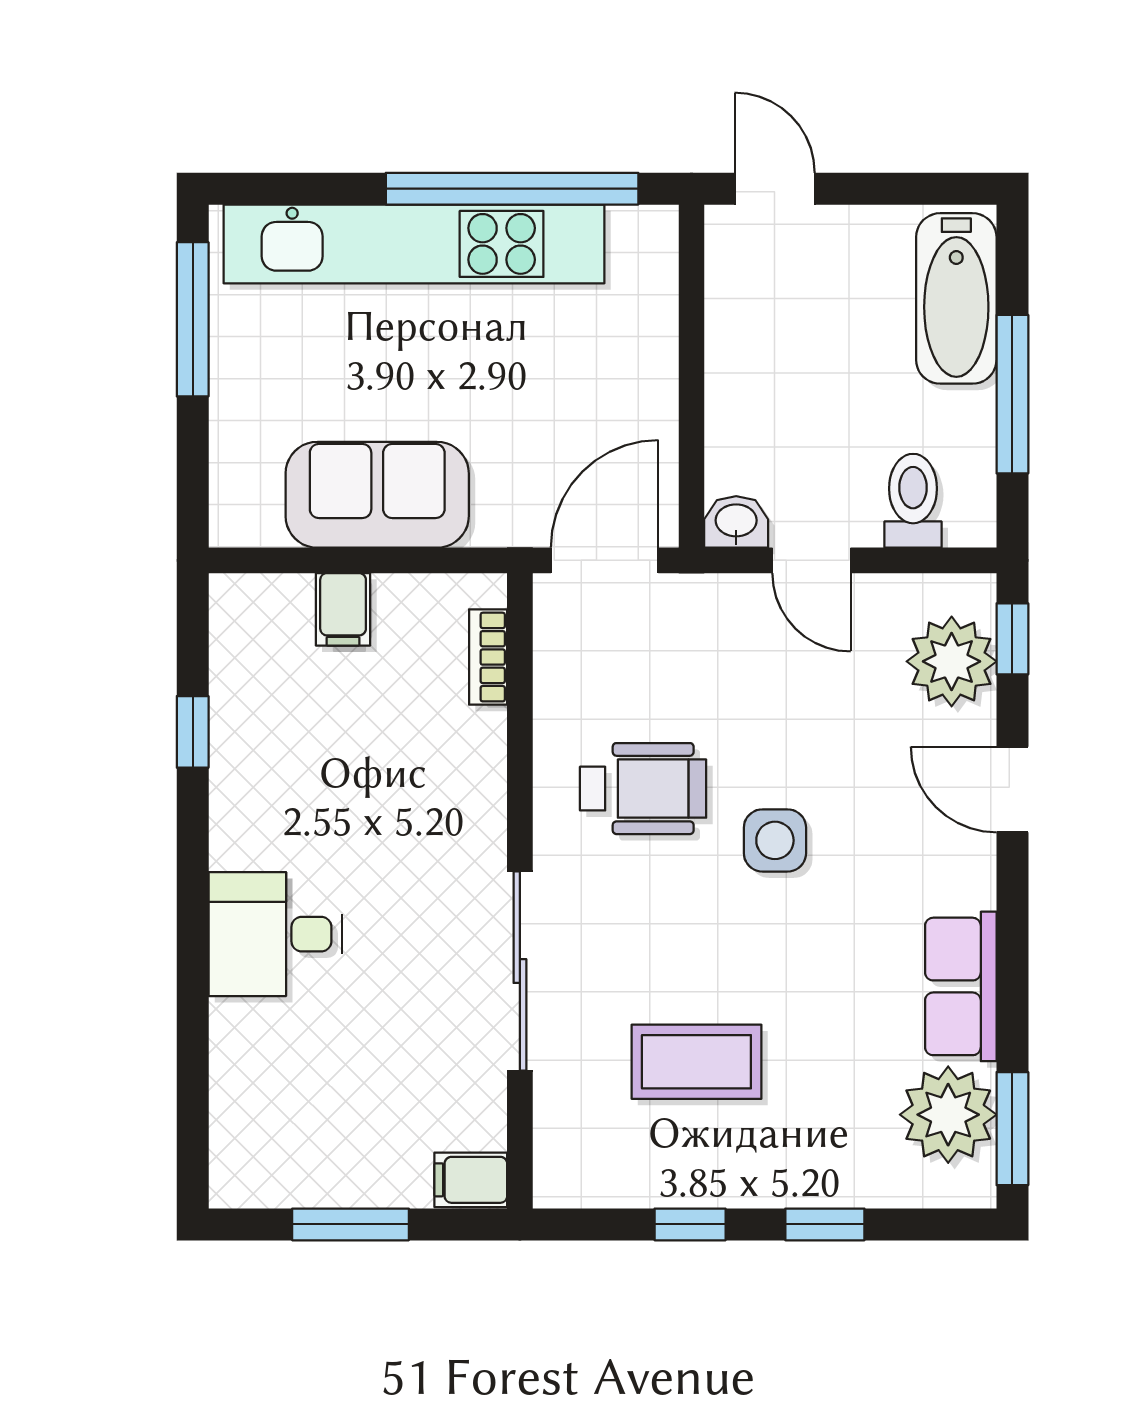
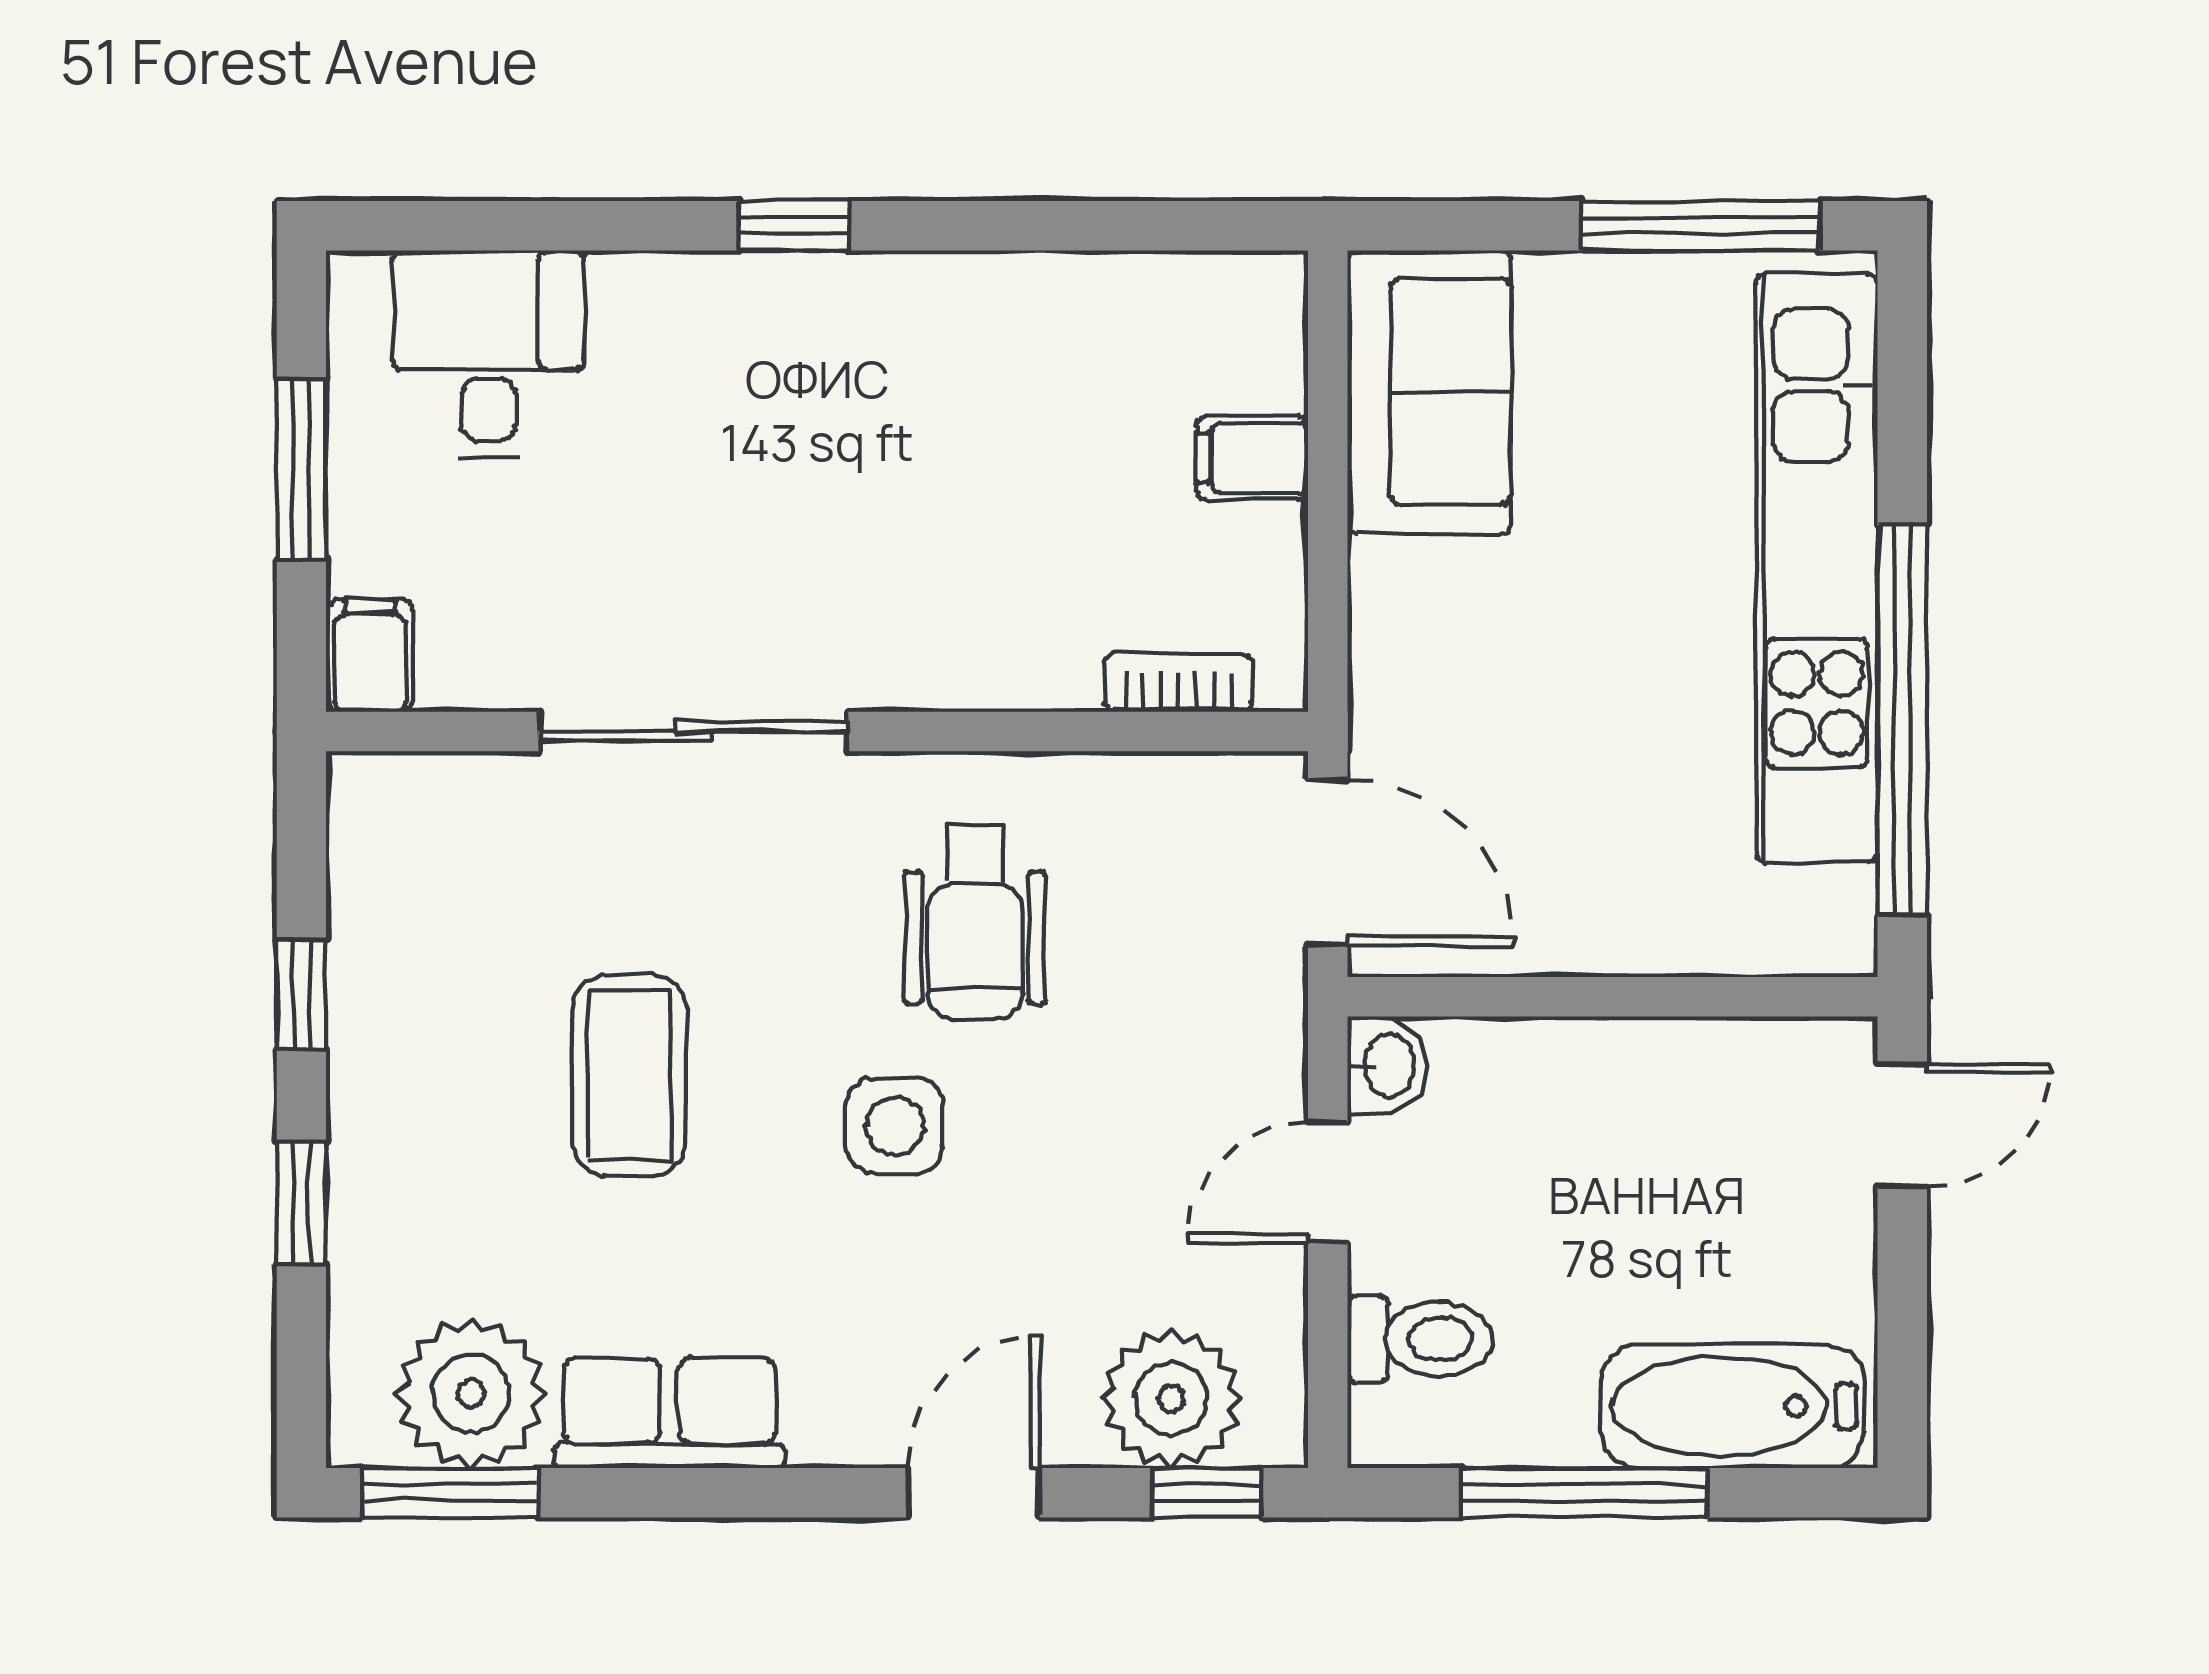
sofa: (377, 495) -> (1429, 392), moved
window: (193, 732) -> (794, 226), moved
desk: (275, 934) -> (488, 354), moved
coffee table: (696, 1062) -> (629, 1076), moved

